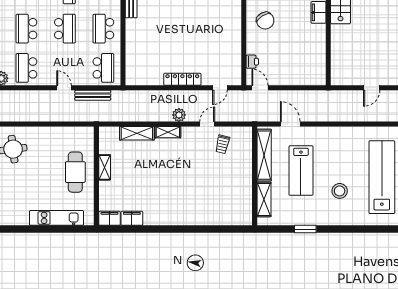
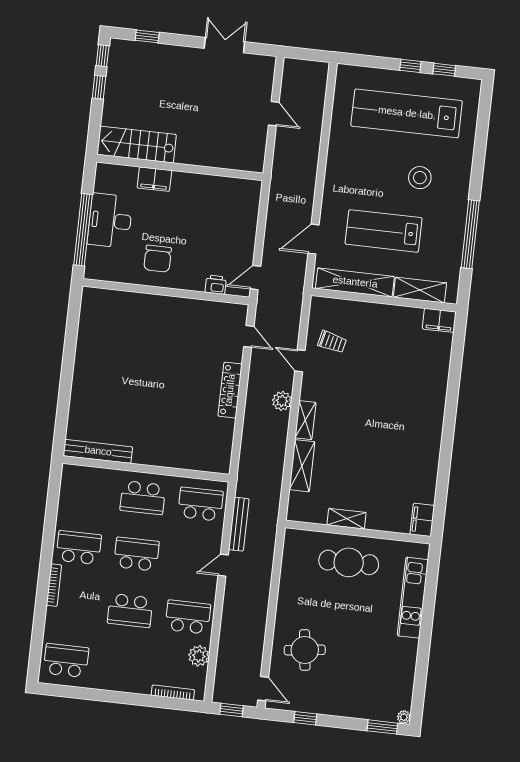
chair: (265, 21) -> (158, 259), turned 121
school desk: (26, 68) -> (188, 617), turned 180
lab bench: (301, 171) -> (384, 231), turned 180
filing cabinet: (132, 218) -> (439, 320), moved, turned -90
window: (305, 229) -> (470, 234), width x2.11

